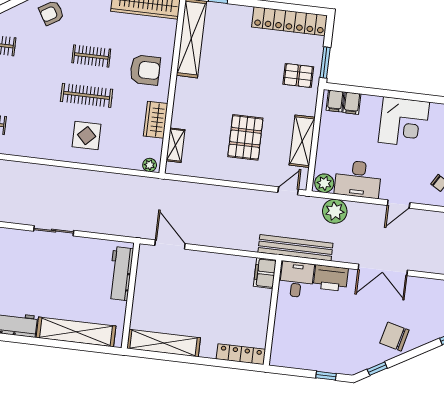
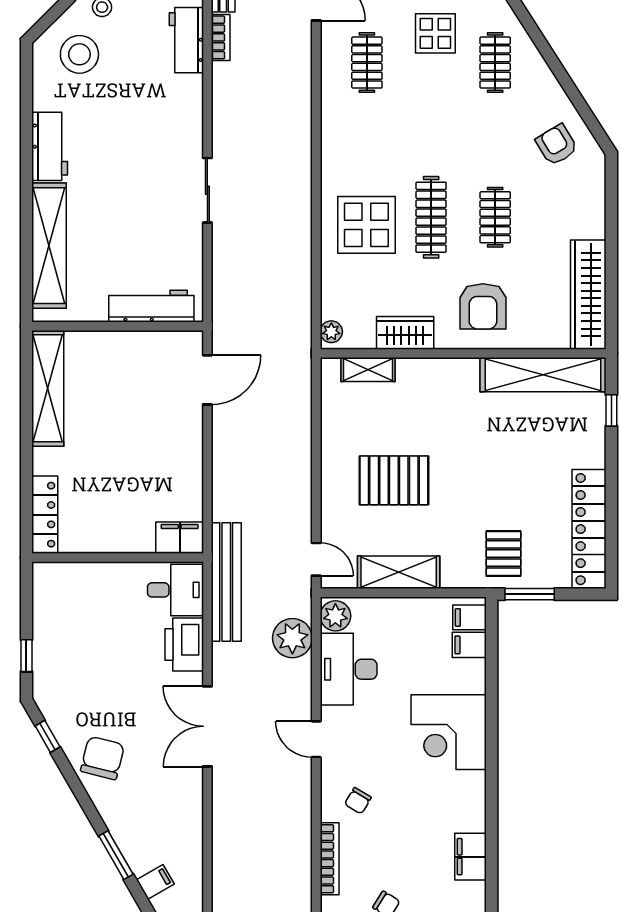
display table: (87, 136) -> (366, 225), width x1.36, depth x1.36

